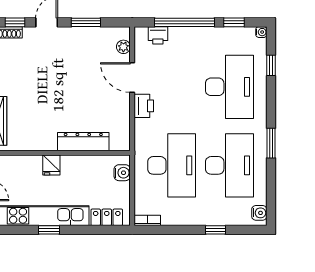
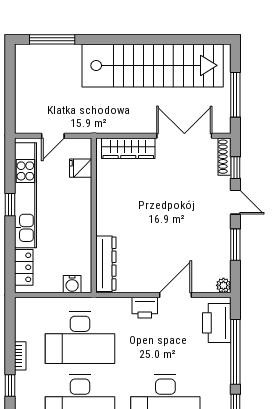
printer: (158, 35) -> (217, 323), width x1.87, depth x1.48
plant: (123, 47) -> (223, 285), moved
dresser: (83, 142) -> (106, 264), moved
fridge: (51, 165) -> (81, 168), moved
bookcase: (147, 220) -> (20, 356), moved

